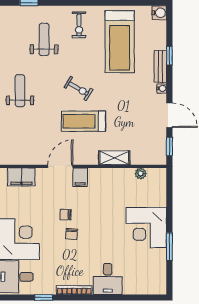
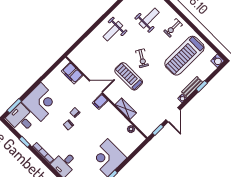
weight bench: (20, 91) -> (113, 31), turned 180

